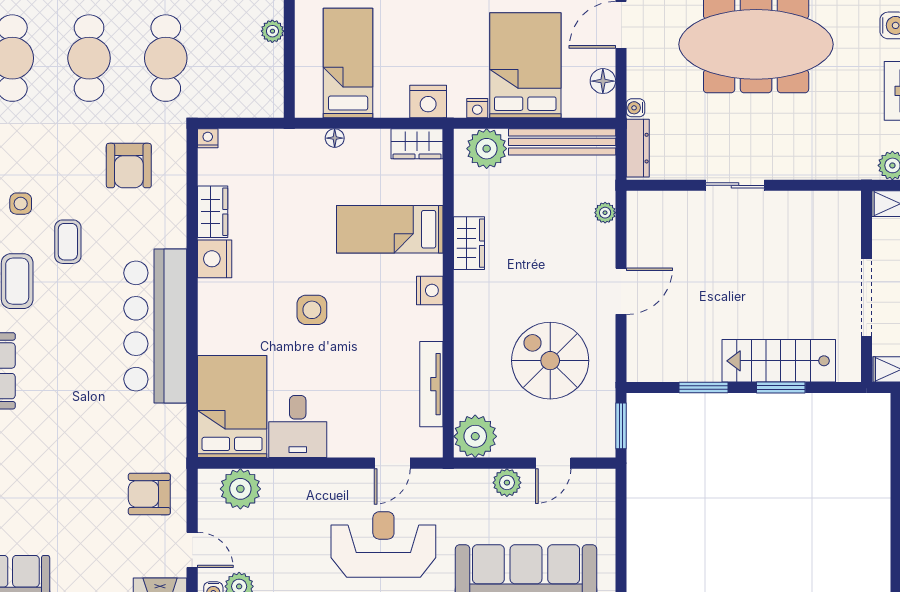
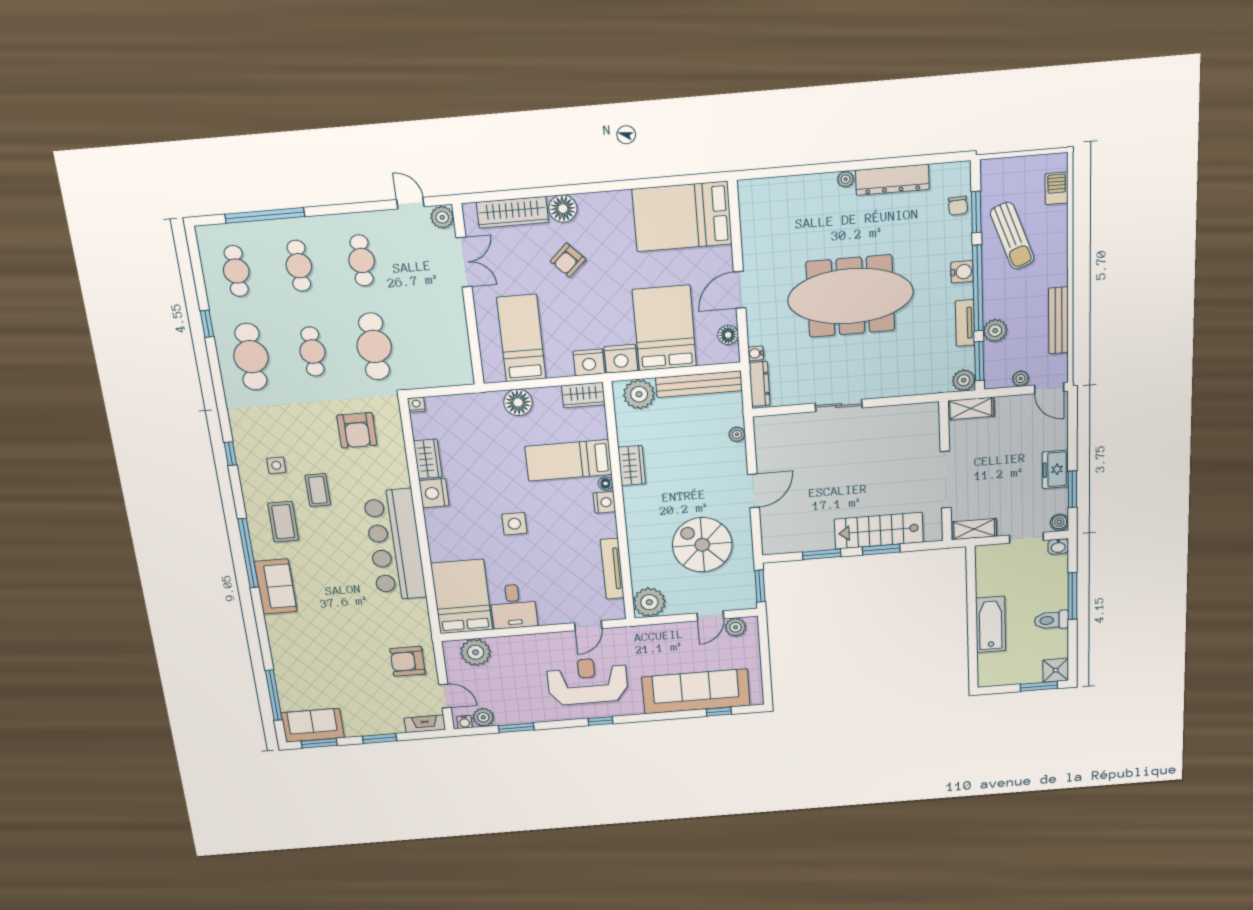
plant: (272, 31) -> (457, 318), removed
cafe table: (89, 58) -> (313, 352), width x0.73, depth x0.74
nightstand: (477, 108) -> (621, 359), width x1.89, depth x1.79
floor lamp: (335, 138) -> (518, 402), width x1.89, depth x1.89
floor lamp: (434, 265) -> (605, 483), added
plant: (507, 483) -> (736, 627), moved

